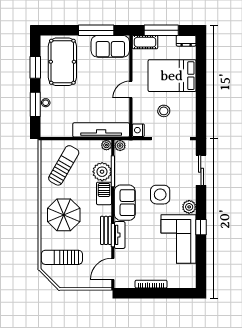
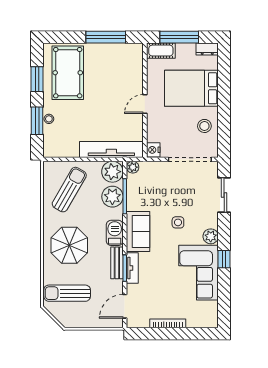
sofa: (110, 46) -> (122, 55), removed
stool: (164, 111) -> (204, 126), moved
plant: (106, 145) -> (112, 172), width x1.87, depth x1.87
barbecue: (104, 193) -> (115, 233), moved
side table: (160, 195) -> (178, 222), width x0.54, depth x0.54

